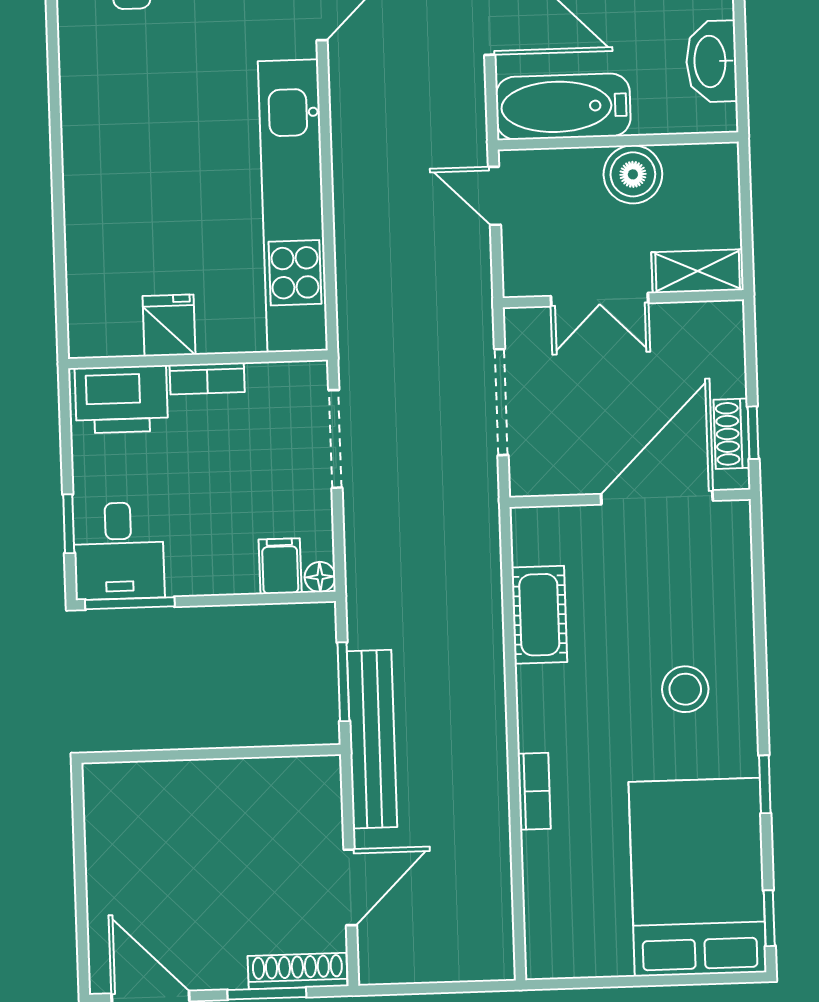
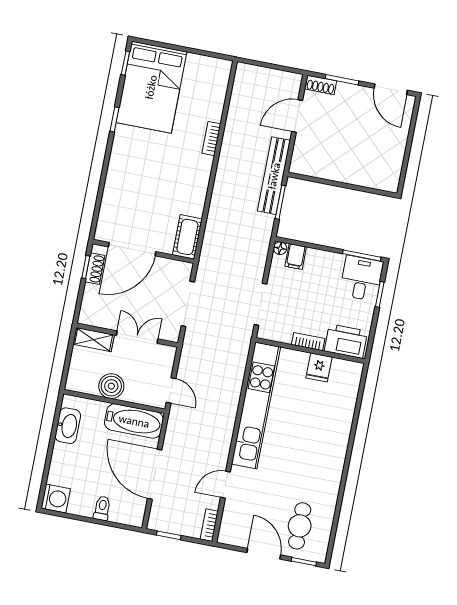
cot: (539, 615) -> (187, 237), moved
stool: (685, 689) -> (139, 167), removed
shoe rack: (298, 971) -> (321, 85), width x0.70

